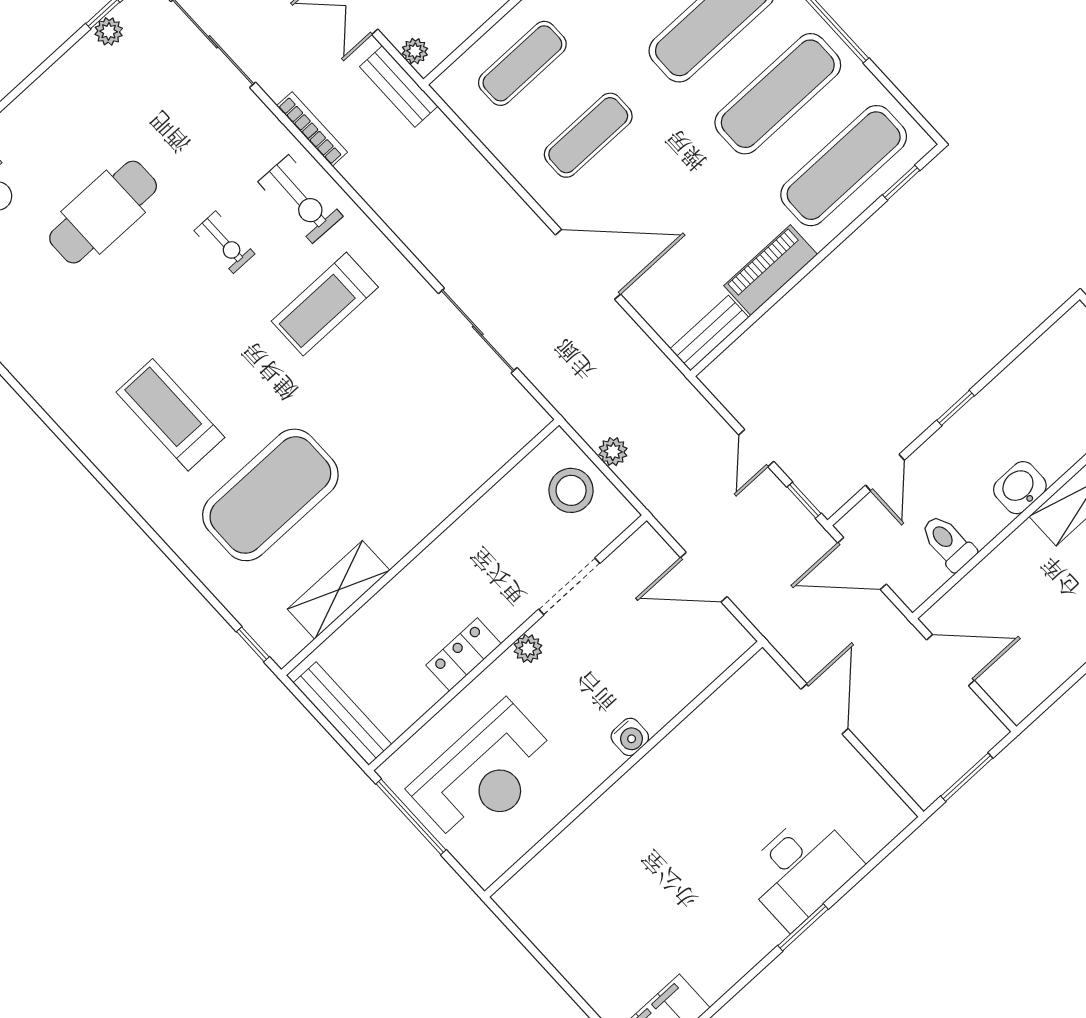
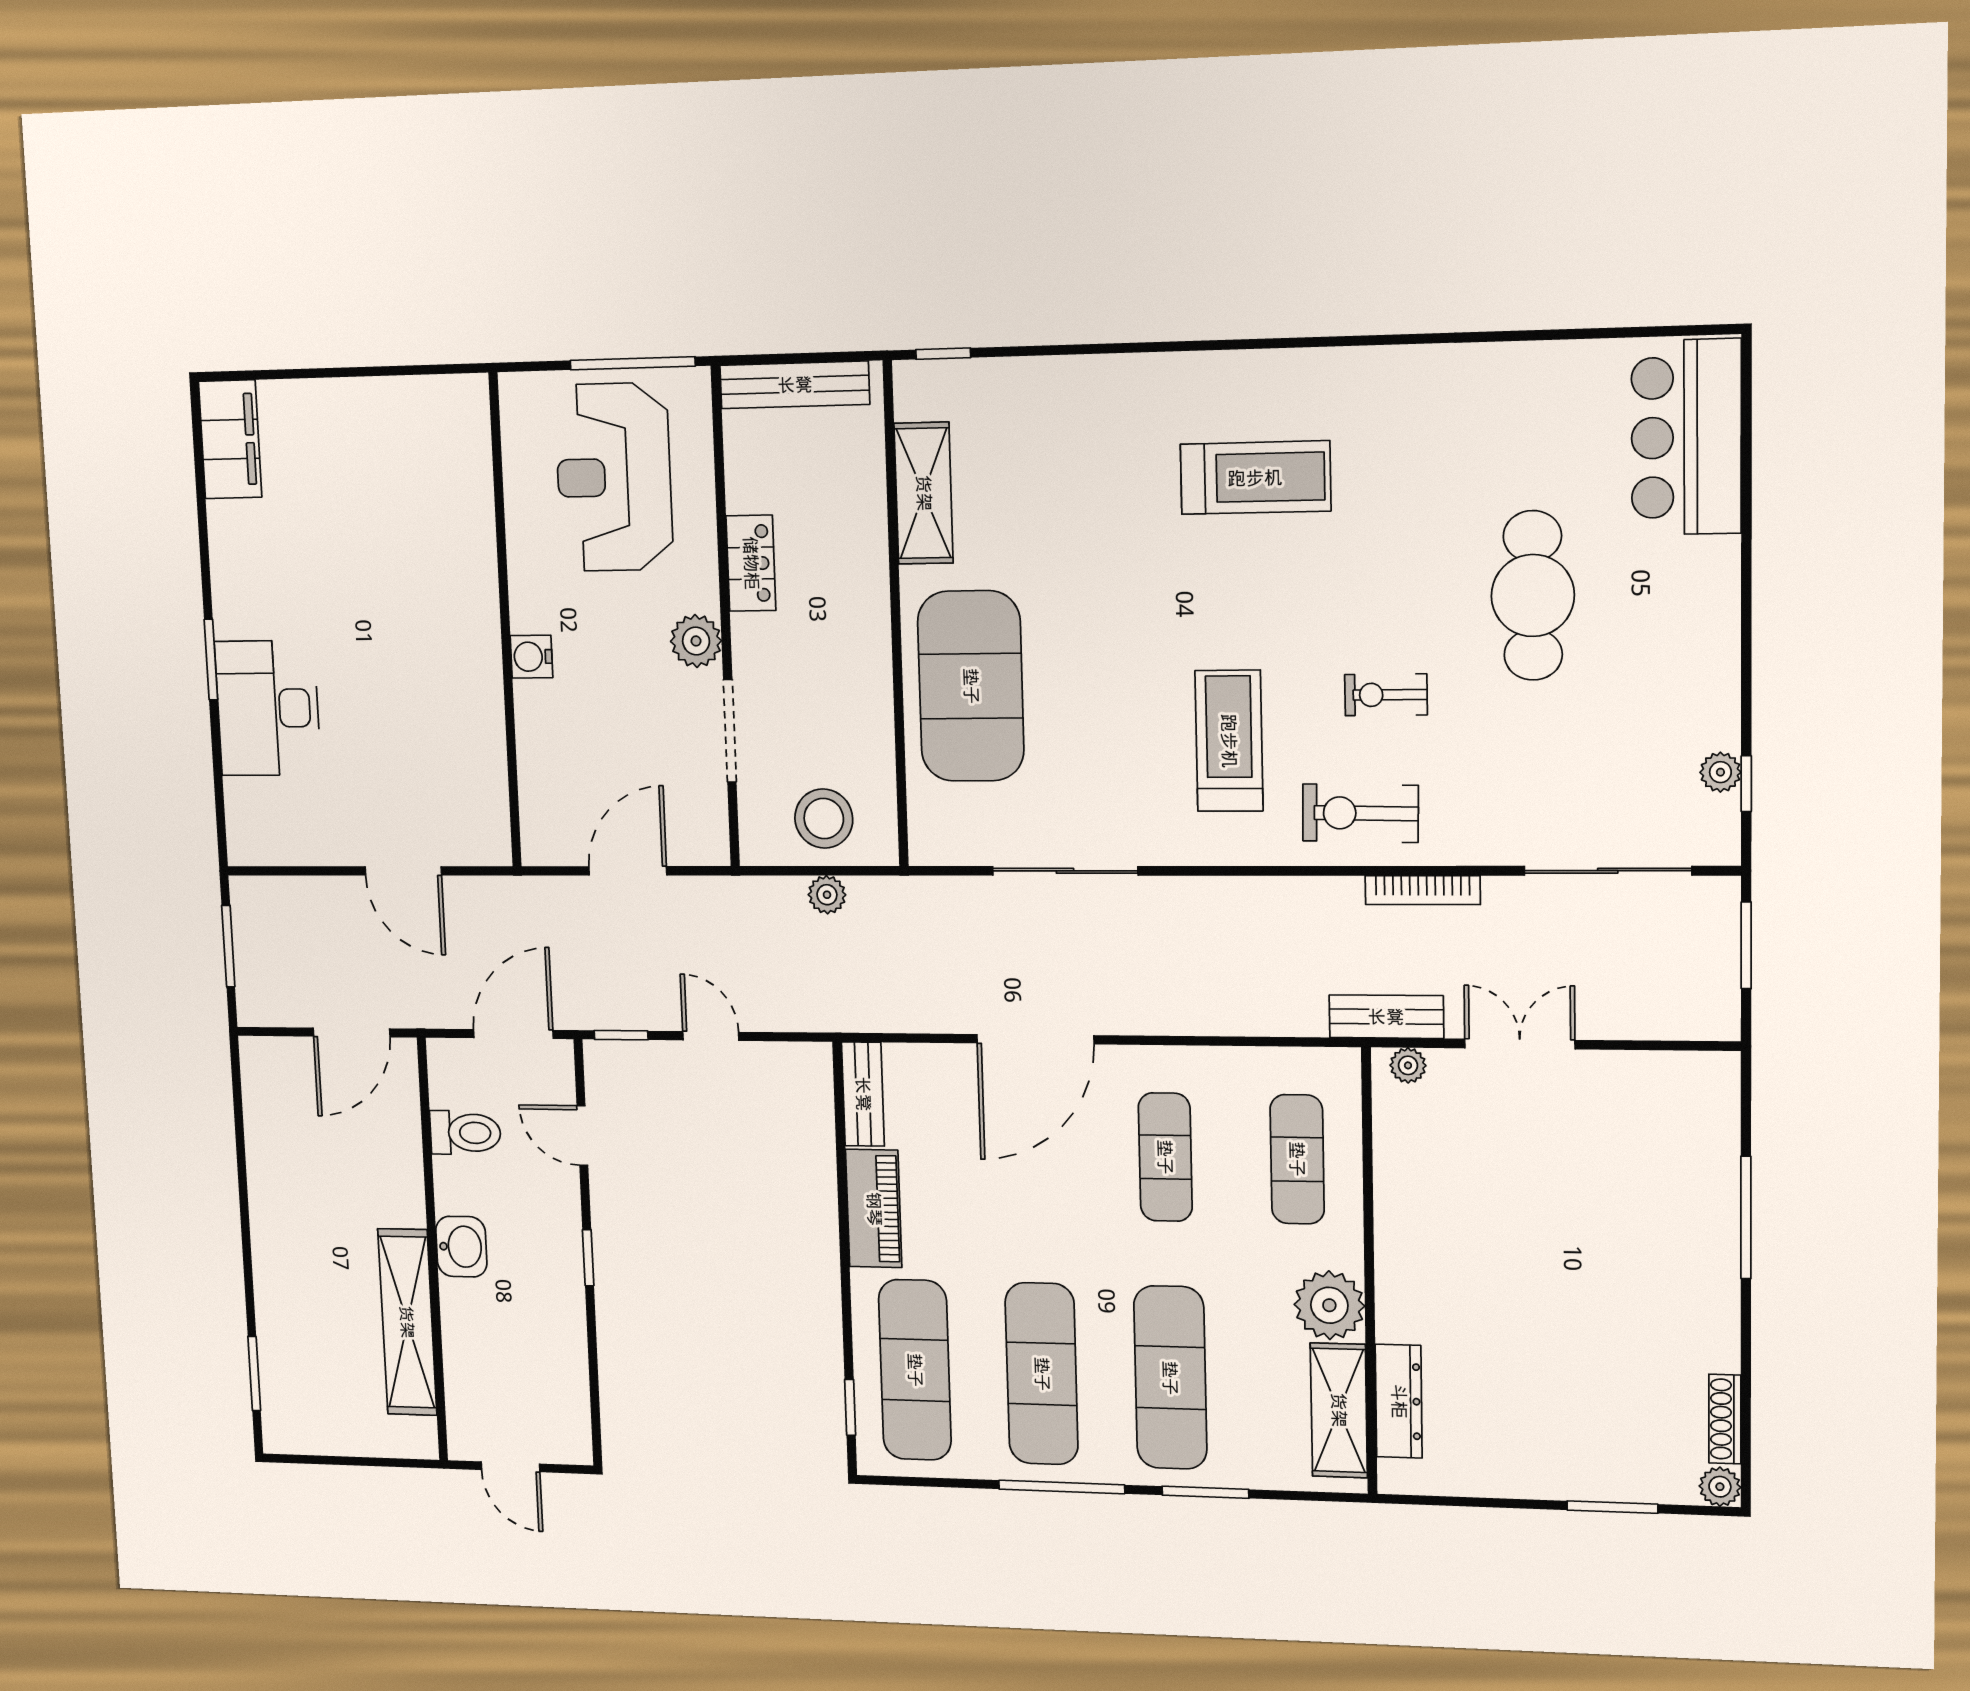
exercise mat: (270, 495) -> (971, 686), moved
plant: (528, 649) -> (696, 641), width x1.38, depth x1.38

